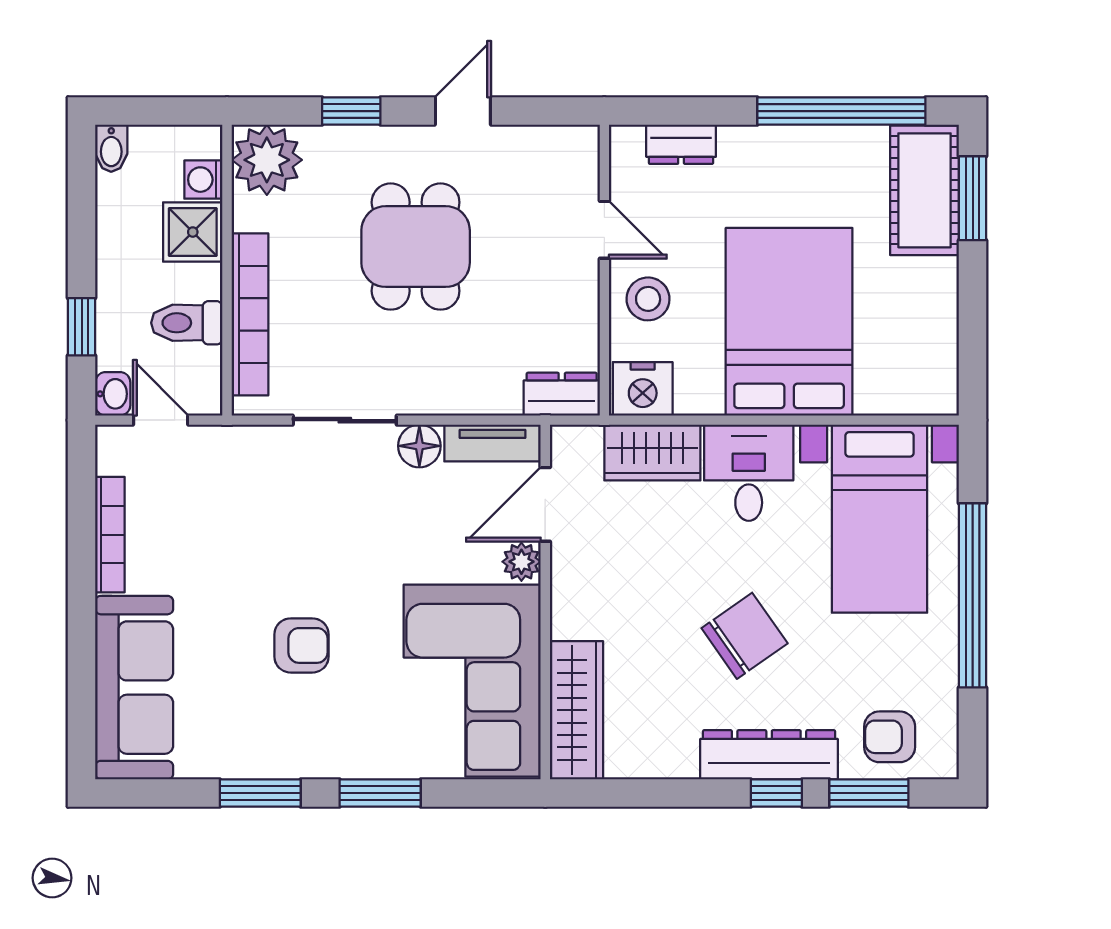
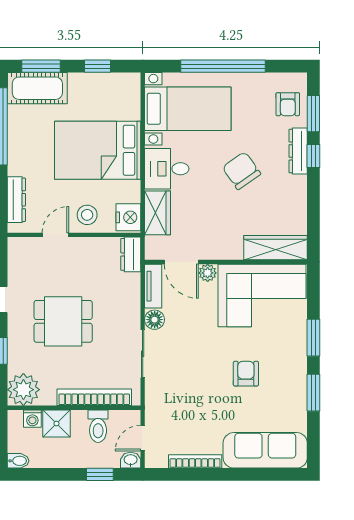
dresser: (681, 144) -> (16, 200), width x1.44
window: (973, 321) -> (97, 66), added
dresser: (769, 755) -> (298, 151), width x0.73, depth x0.80

